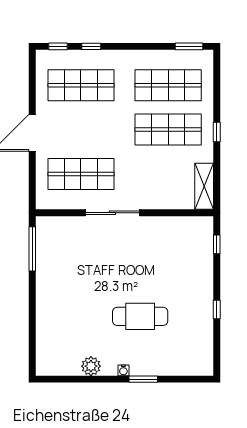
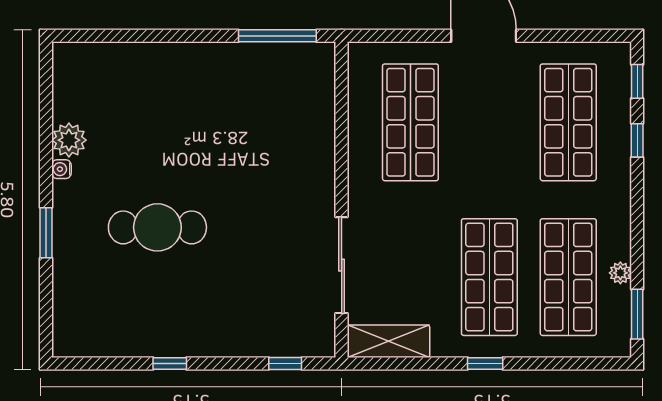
plant: (166, 56) -> (620, 273), added
sliding door: (112, 213) -> (342, 265), moved
cafe table: (140, 316) -> (157, 227), turned 90
water cooler: (123, 370) -> (61, 169), moved

